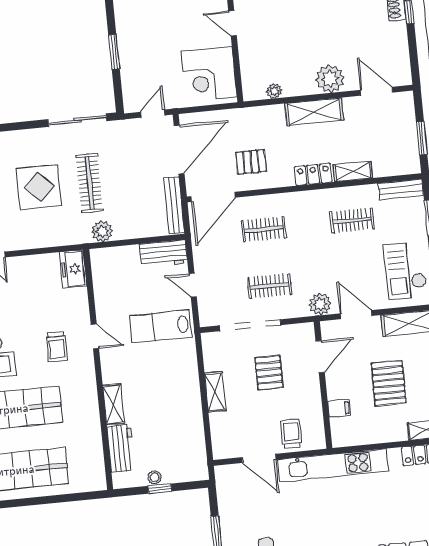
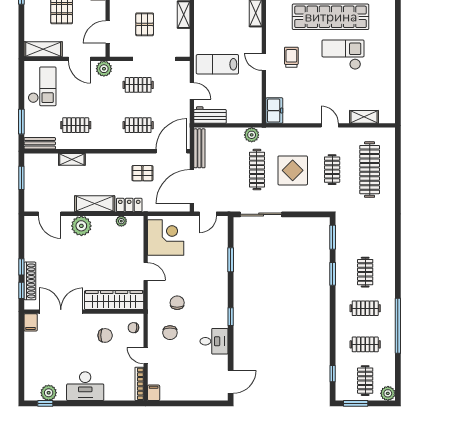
locker: (313, 174) -> (129, 205), moved, turned 180
lab bench: (160, 326) -> (217, 64), turned 180

